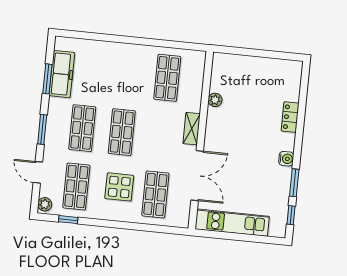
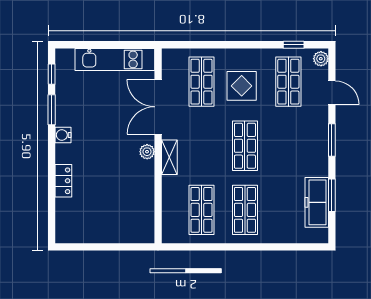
plant: (215, 100) -> (147, 152), moved
shop shelf: (82, 128) -> (245, 210), moved

